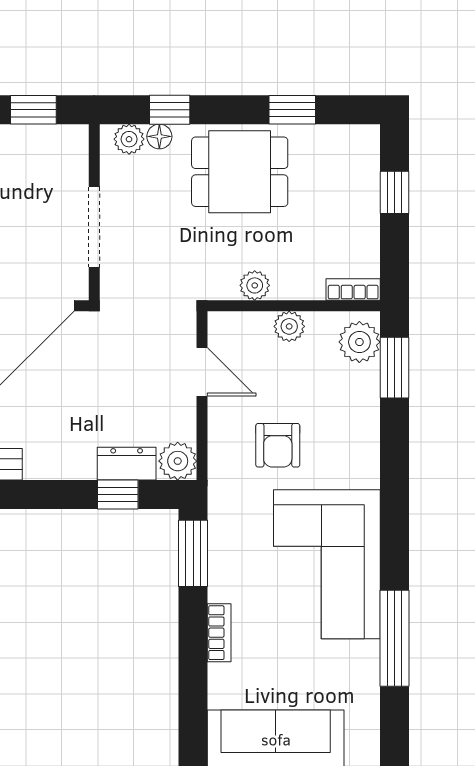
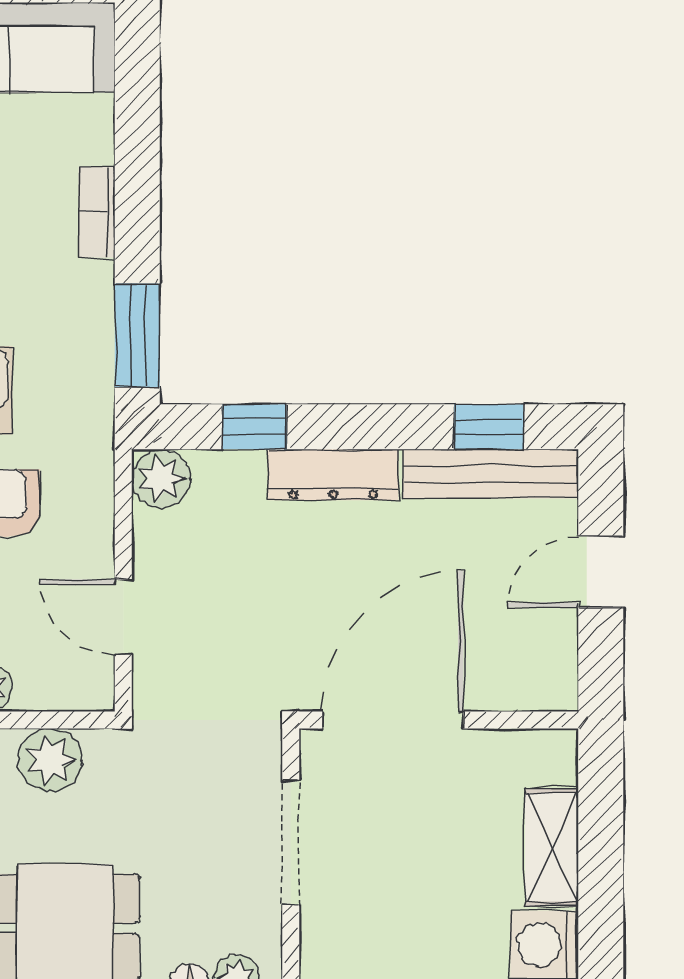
plant: (255, 285) -> (50, 760), width x1.38, depth x1.38
dresser: (127, 464) -> (333, 475), moved, width x1.44

